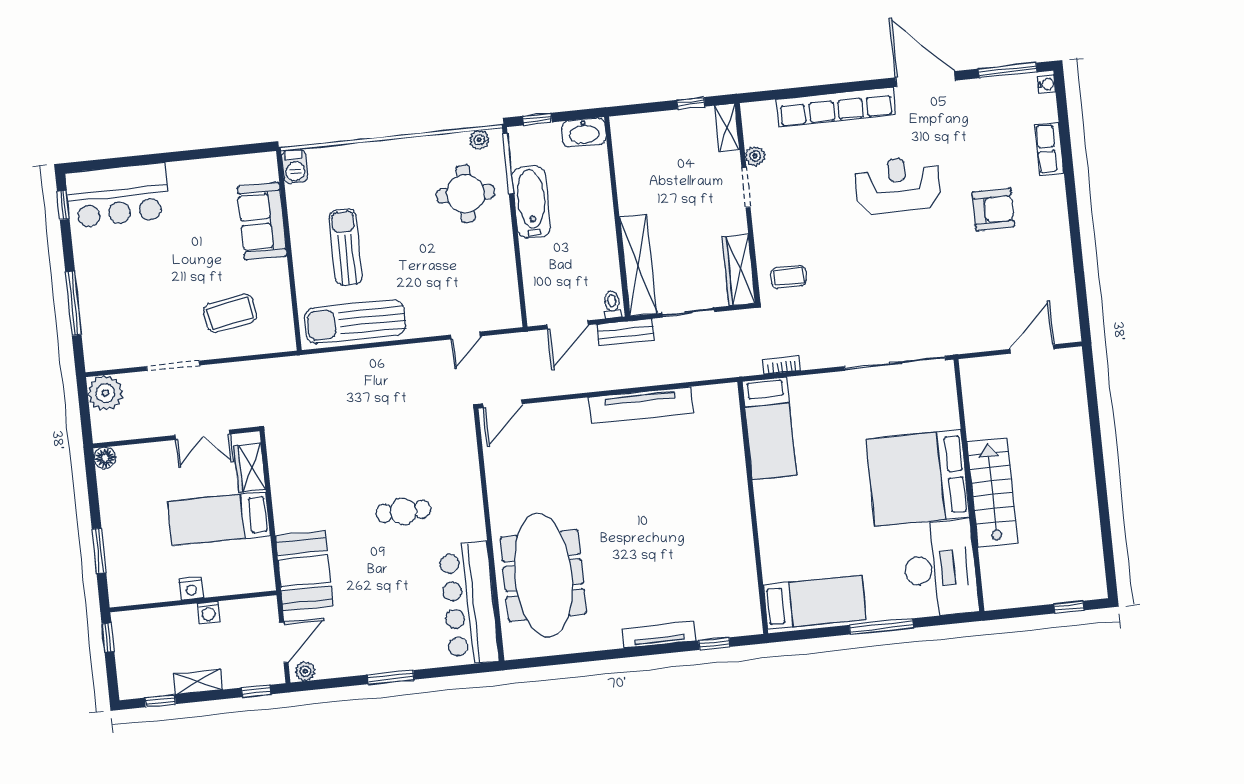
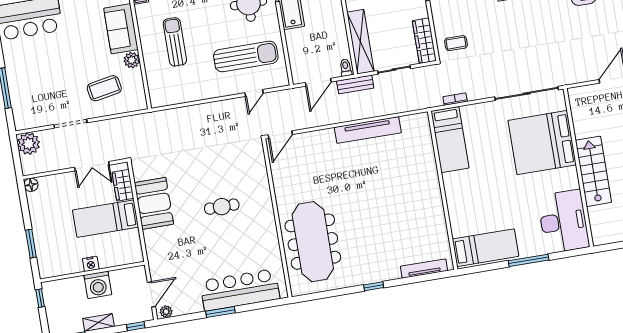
plant: (276, 272) -> (132, 60), added
sun lounger: (355, 322) -> (246, 57), moved, turned 180
bed: (918, 478) -> (542, 143), moved
booth: (304, 571) -> (154, 203), moved
bar counter: (469, 604) -> (240, 290), moved, turned 90
washing machine: (208, 612) -> (98, 285), width x1.89, depth x1.89
tv unit: (659, 635) -> (424, 269), moved
window: (714, 644) -> (374, 286), moved

